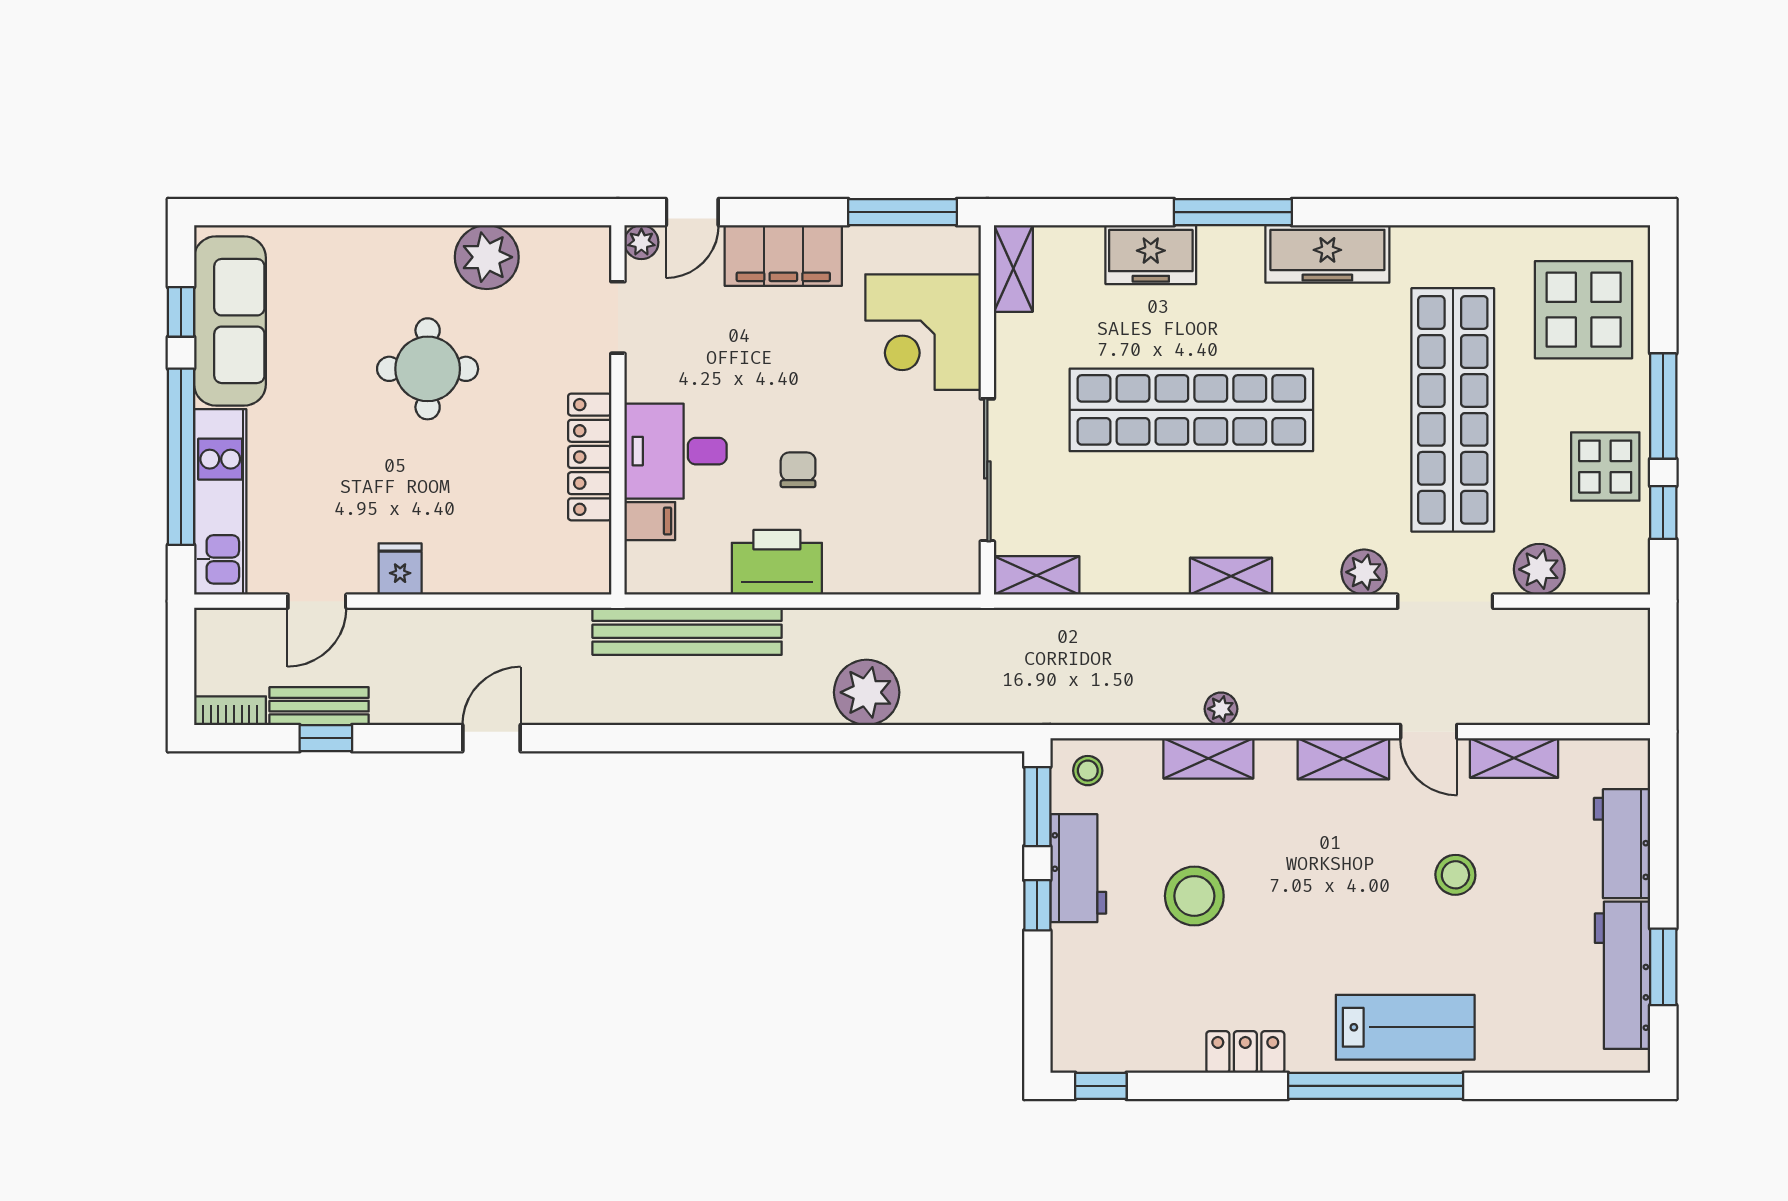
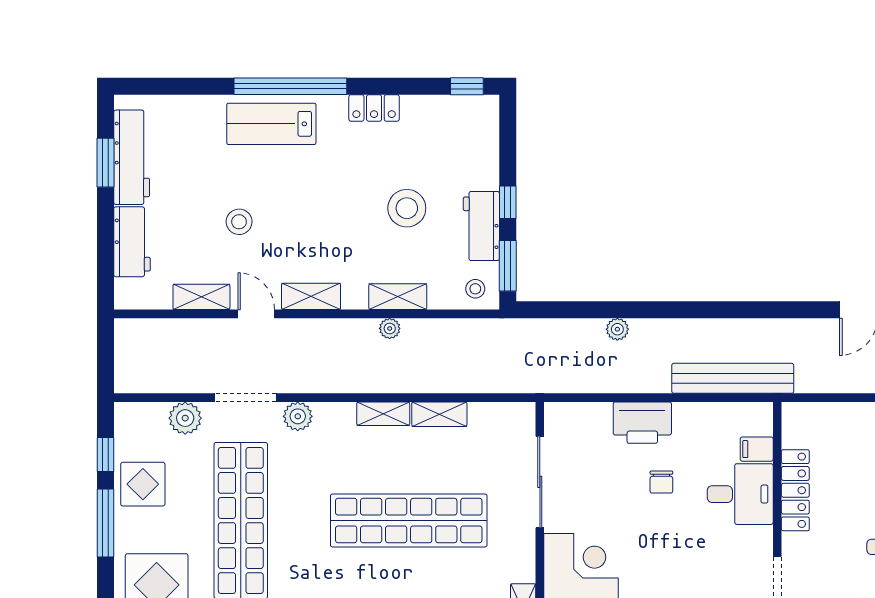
printer: (777, 562) -> (642, 423), moved
shelving: (1037, 575) -> (439, 414), moved
plant: (867, 692) -> (617, 329), width x0.53, depth x0.53

